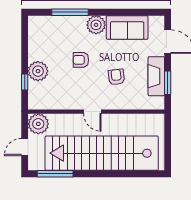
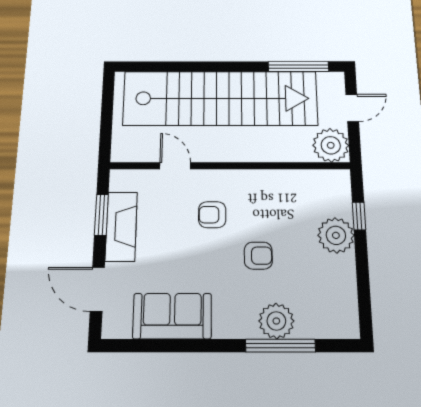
plant: (96, 25) -> (276, 321), moved
armchair: (116, 77) -> (212, 215), moved, turned 97
door: (92, 112) -> (175, 166), moved

